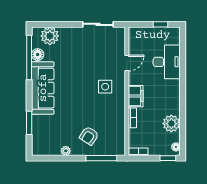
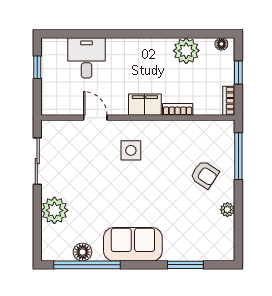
plant: (50, 36) -> (54, 210), moved
desk: (167, 62) -> (86, 58), width x0.73
sofa: (43, 88) -> (133, 244), width x0.73
window: (168, 158) -> (238, 72), moved

